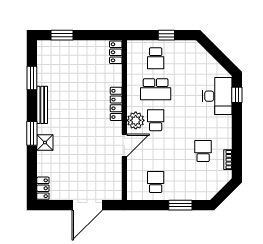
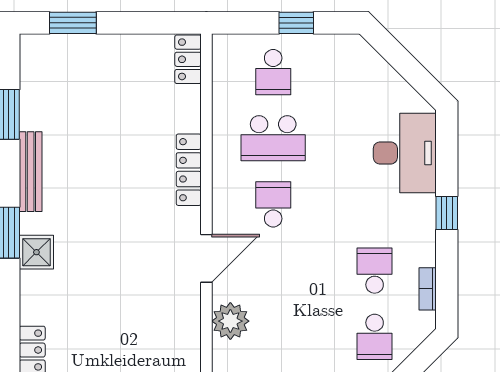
window: (237, 95) -> (447, 213), moved
plant: (136, 120) -> (230, 321), moved
school desk: (156, 182) -> (375, 337), moved, turned 180

